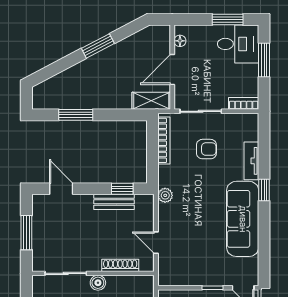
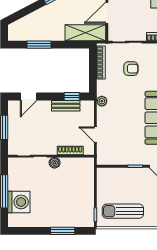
shelving: (151, 101) -> (85, 33), width x1.50, depth x1.33
door: (61, 189) -> (29, 97), swing flipped

